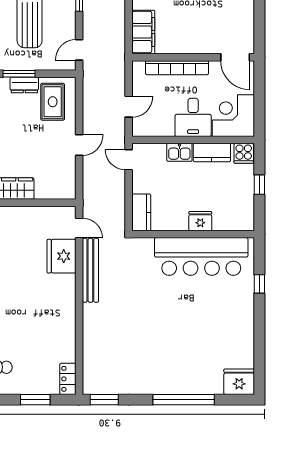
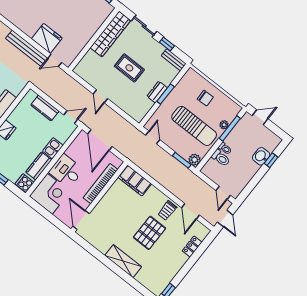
door: (235, 57) -> (81, 220), hinge flipped
rug: (53, 102) -> (129, 68), moved
door: (129, 107) -> (100, 140), width x1.87
kitchen counter: (141, 212) -> (45, 108), moved

